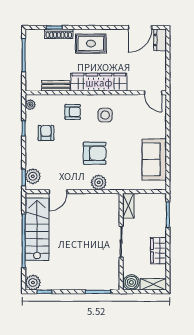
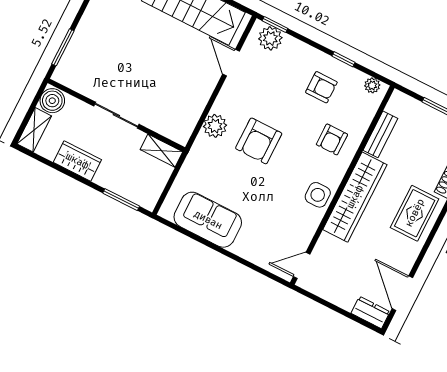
side table: (105, 115) -> (318, 195), moved

